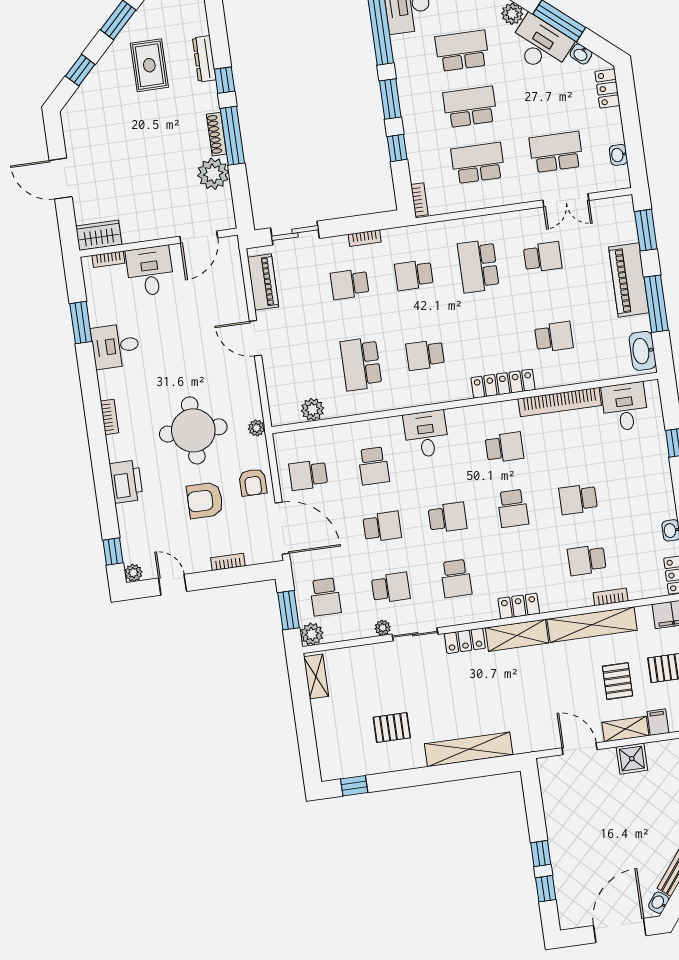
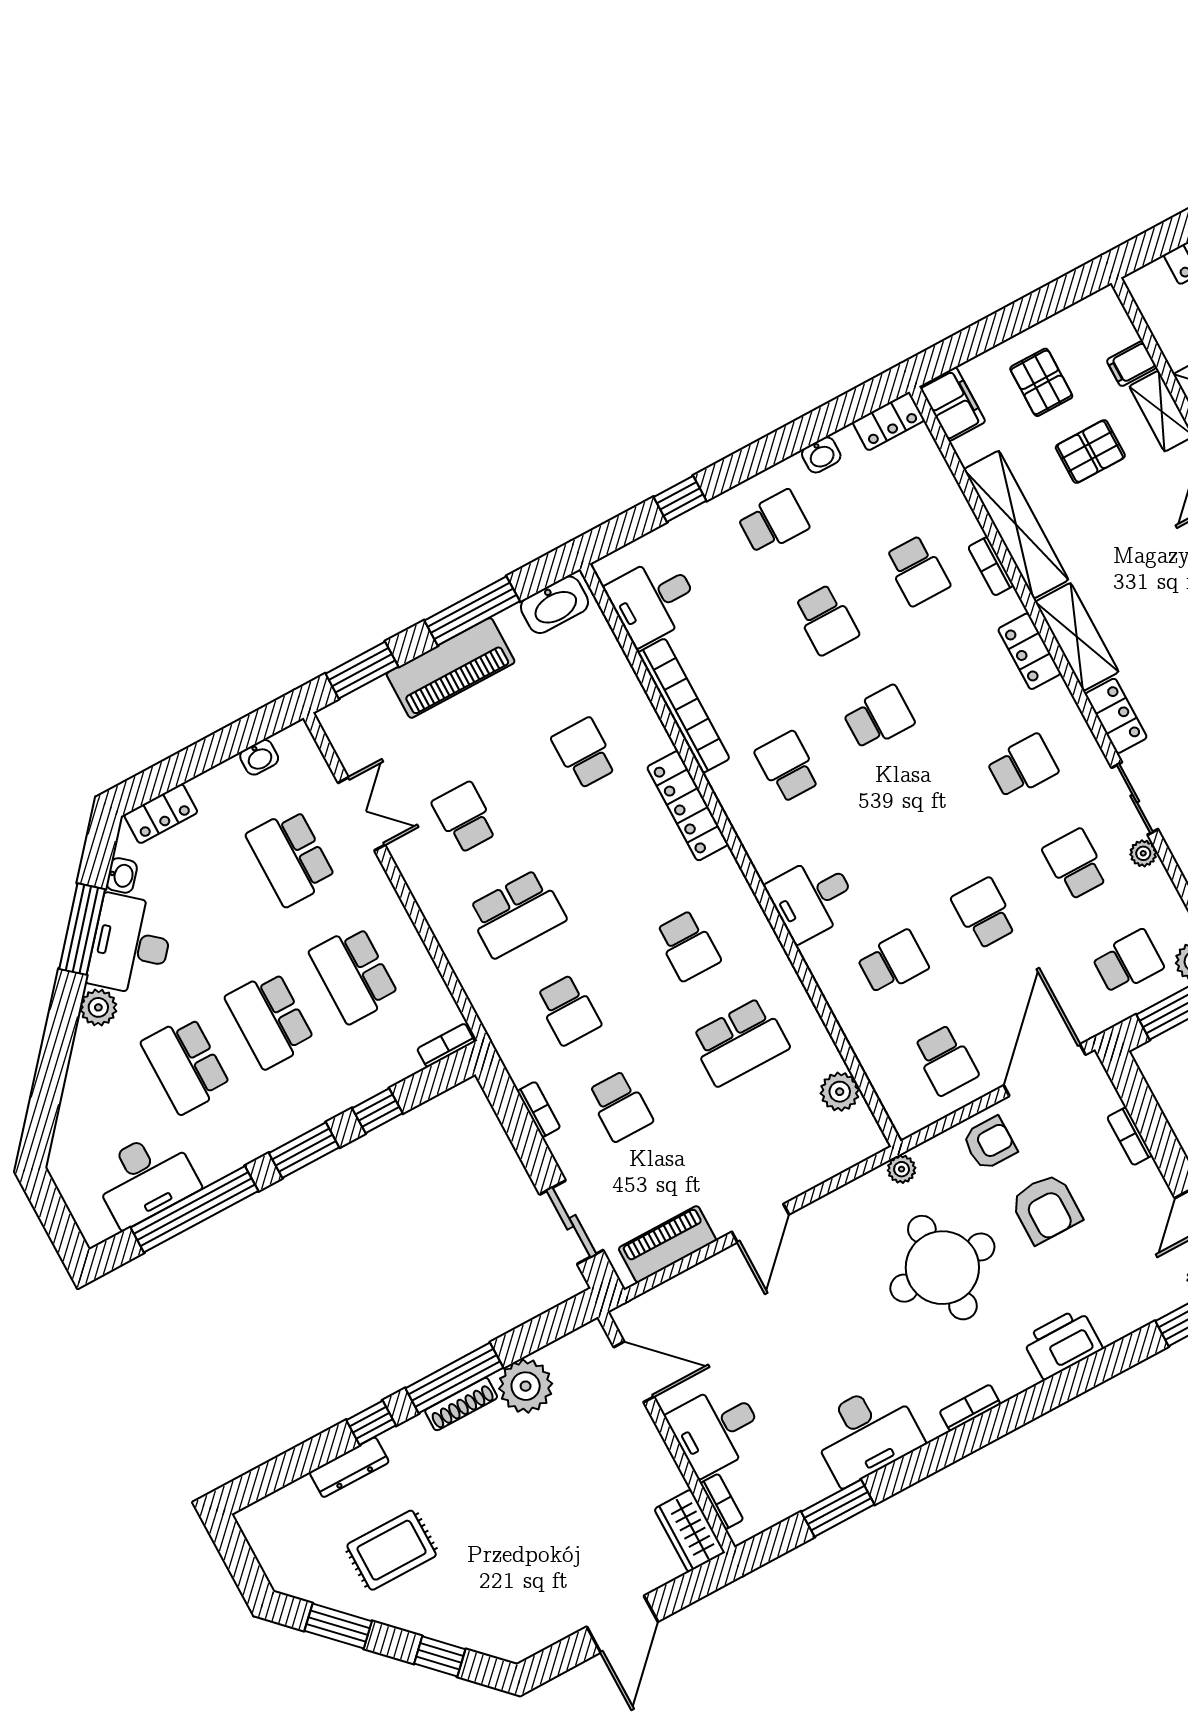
desk: (115, 346) -> (866, 1433), width x1.37
school desk: (448, 518) -> (773, 522), moved, turned 90
bookcase: (611, 597) -> (991, 566), moved

